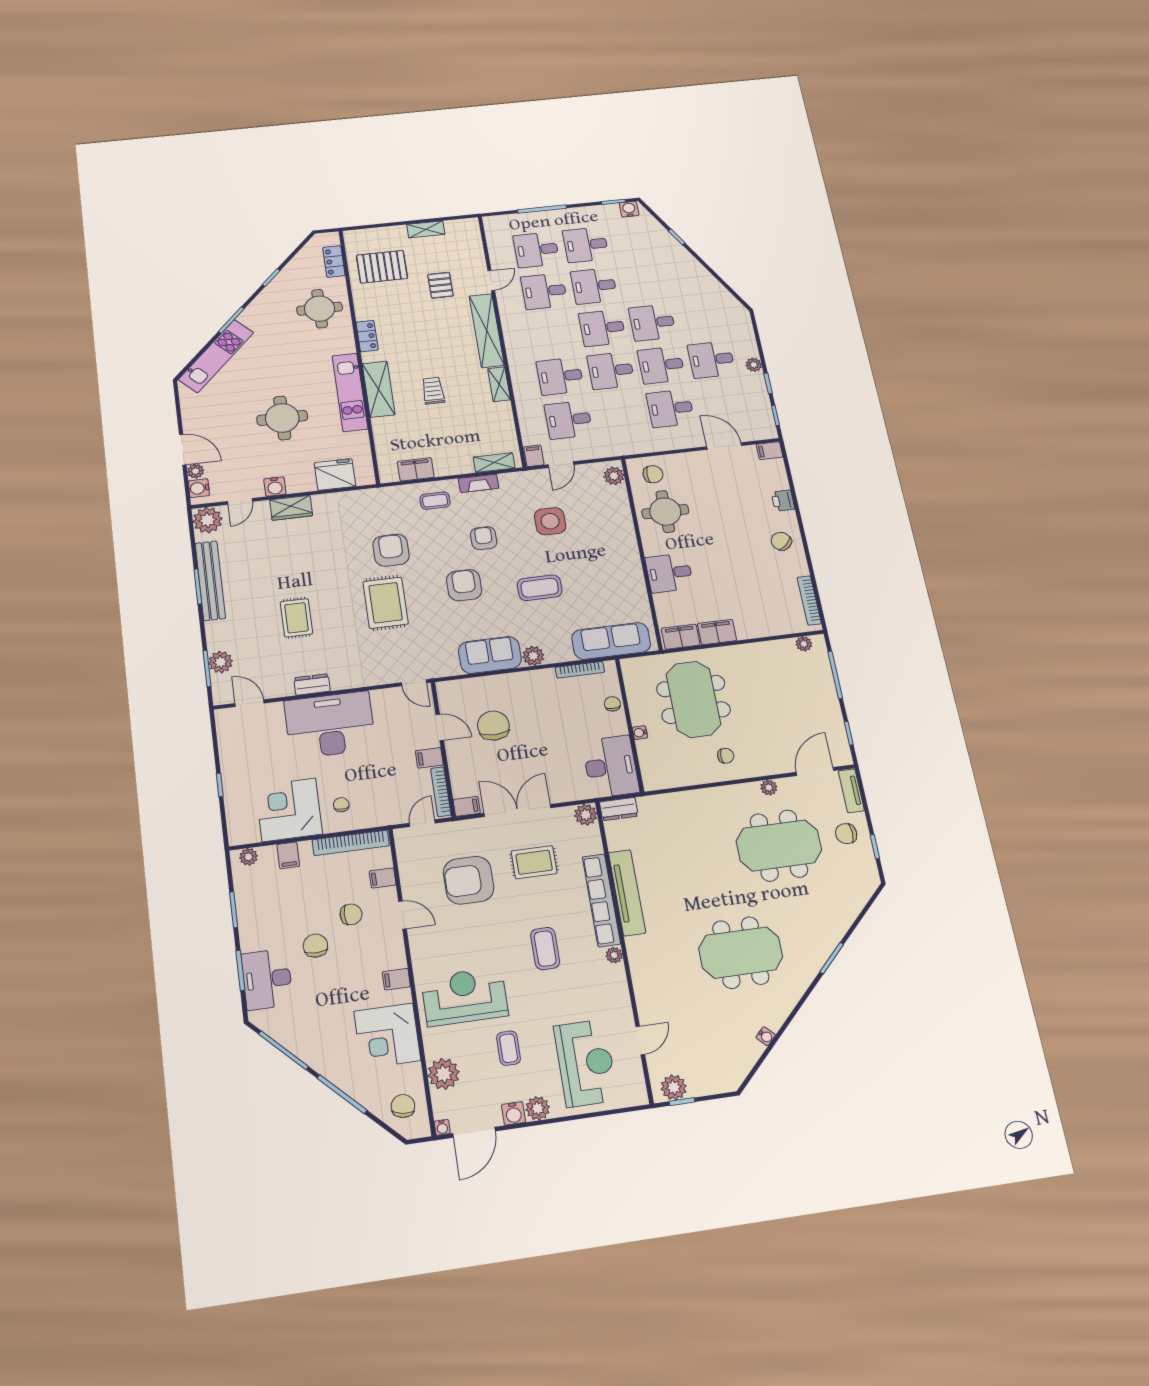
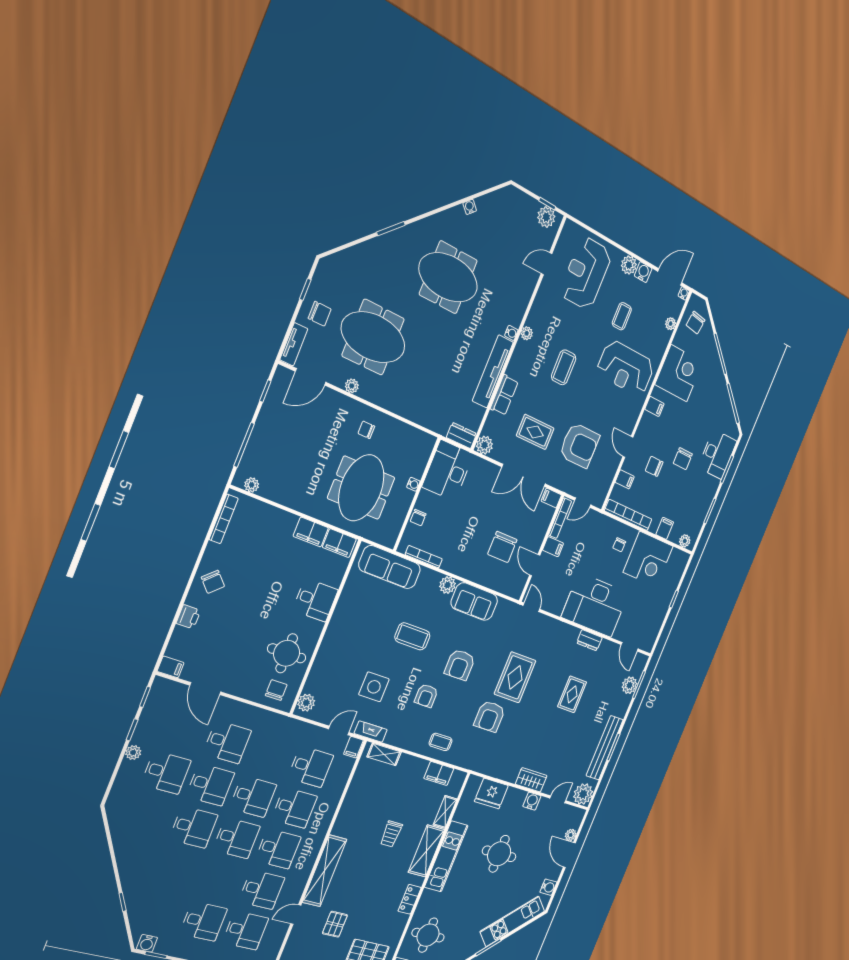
desk: (594, 286) -> (278, 849), moved
shelving: (499, 384) -> (445, 812), moved
chair: (653, 474) -> (276, 690), turned 90
fireplace: (479, 483) -> (371, 732), moved
water cooler: (199, 488) -> (548, 887), moved
row of seats: (601, 900) -> (504, 395), width x0.50
water cooler: (632, 944) -> (511, 333), added
plant: (444, 1074) -> (671, 324), width x0.53, depth x0.53

